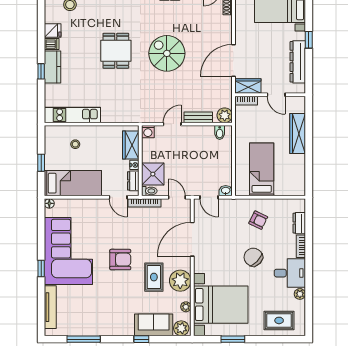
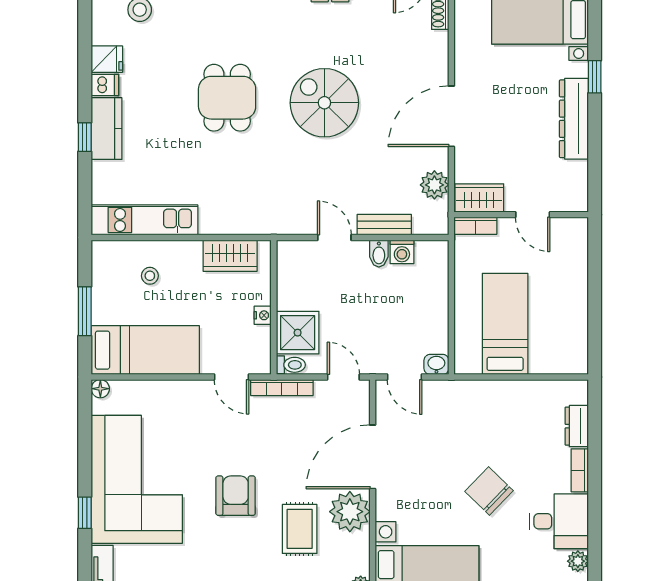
wardrobe: (248, 86) -> (479, 198), moved
wall: (270, 95) -> (521, 215), moved
door: (276, 95) -> (533, 215), moved
bookcase: (246, 101) -> (475, 226), moved
plant: (225, 115) -> (434, 185), moved
door: (172, 124) -> (334, 237), hinge flipped
washing machine: (148, 132) -> (402, 252), moved
bidet: (220, 133) -> (379, 254), moved
wardrobe: (298, 133) -> (574, 255), removed
wardrobe: (131, 145) -> (230, 256), moved, turned -90
window: (41, 163) -> (85, 311), width x1.50
dresser: (133, 181) -> (260, 346), removed
armchair: (258, 220) -> (498, 420), removed
armchair: (120, 260) -> (236, 496), turned -90
plant: (180, 281) -> (350, 512), moved

